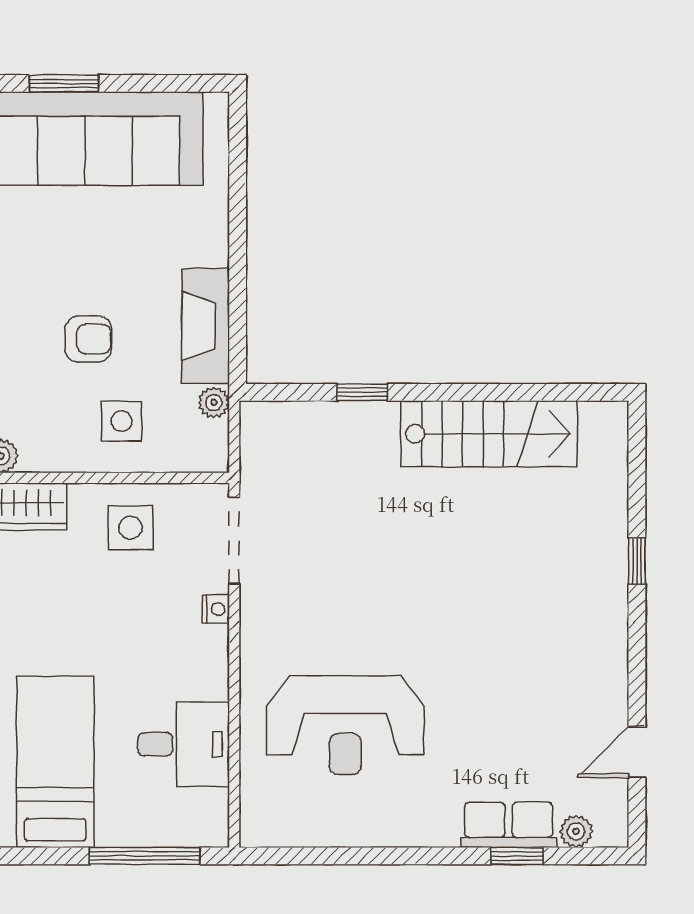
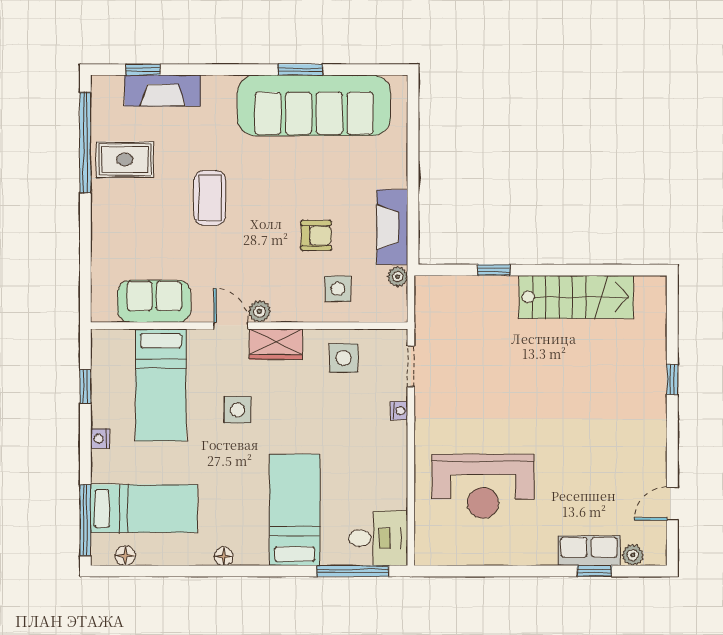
doorway: (234, 541) -> (411, 366), width x0.73
desk: (184, 744) -> (378, 538), moved

